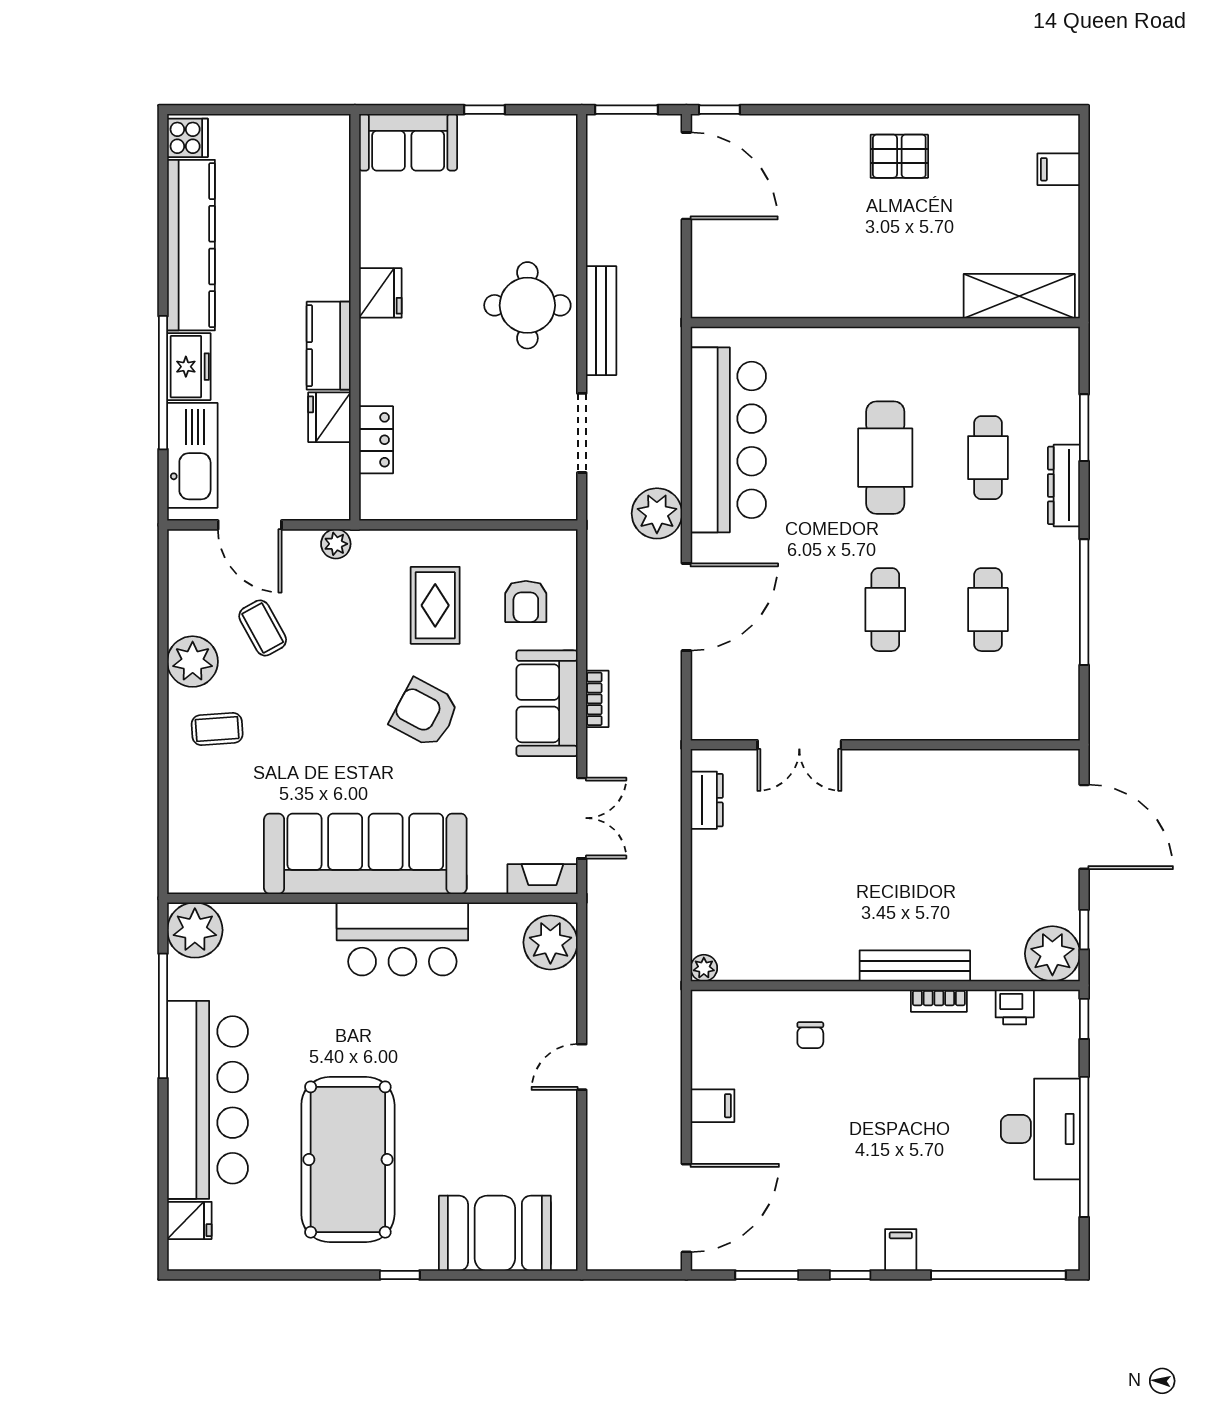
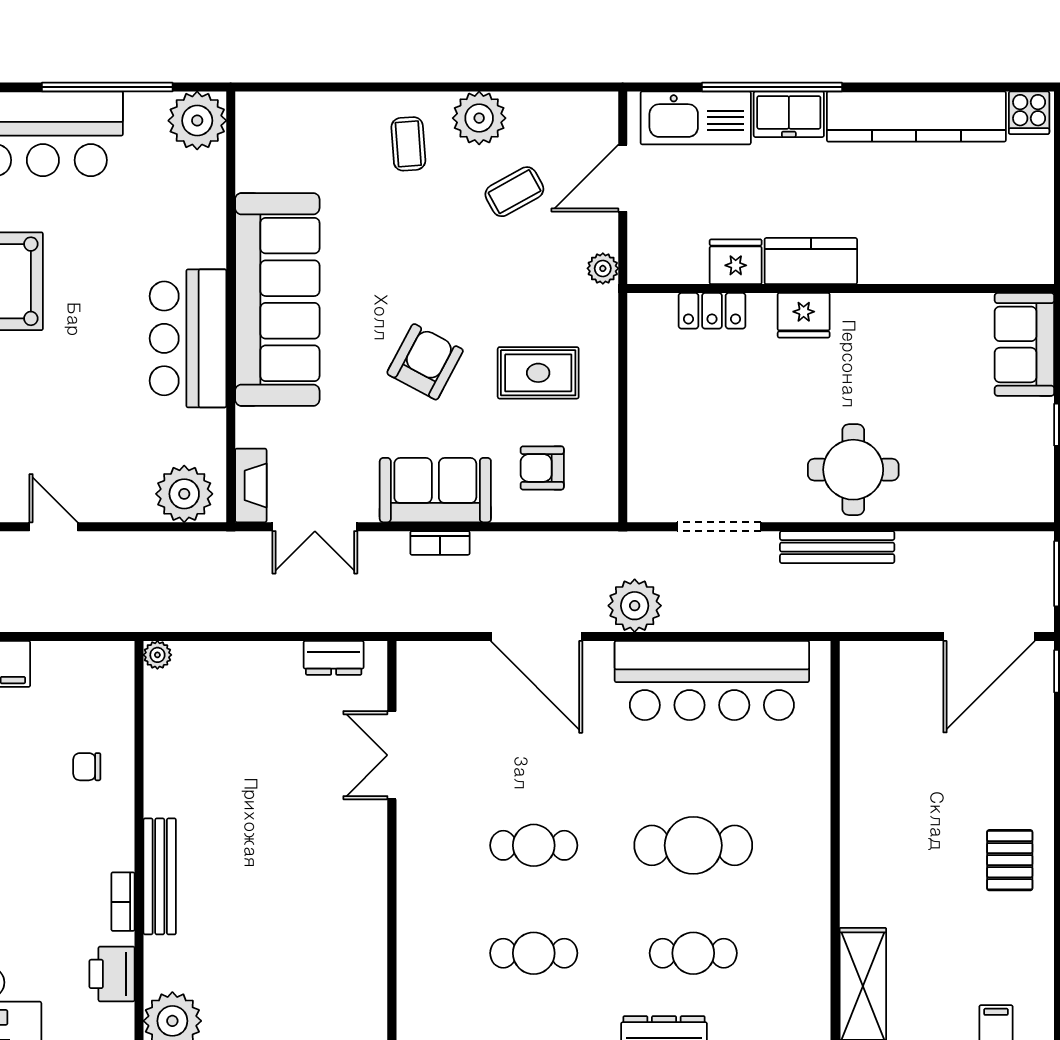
fridge: (380, 293) -> (804, 315), moved
printer: (1015, 1007) -> (112, 974), width x1.36, depth x1.24

